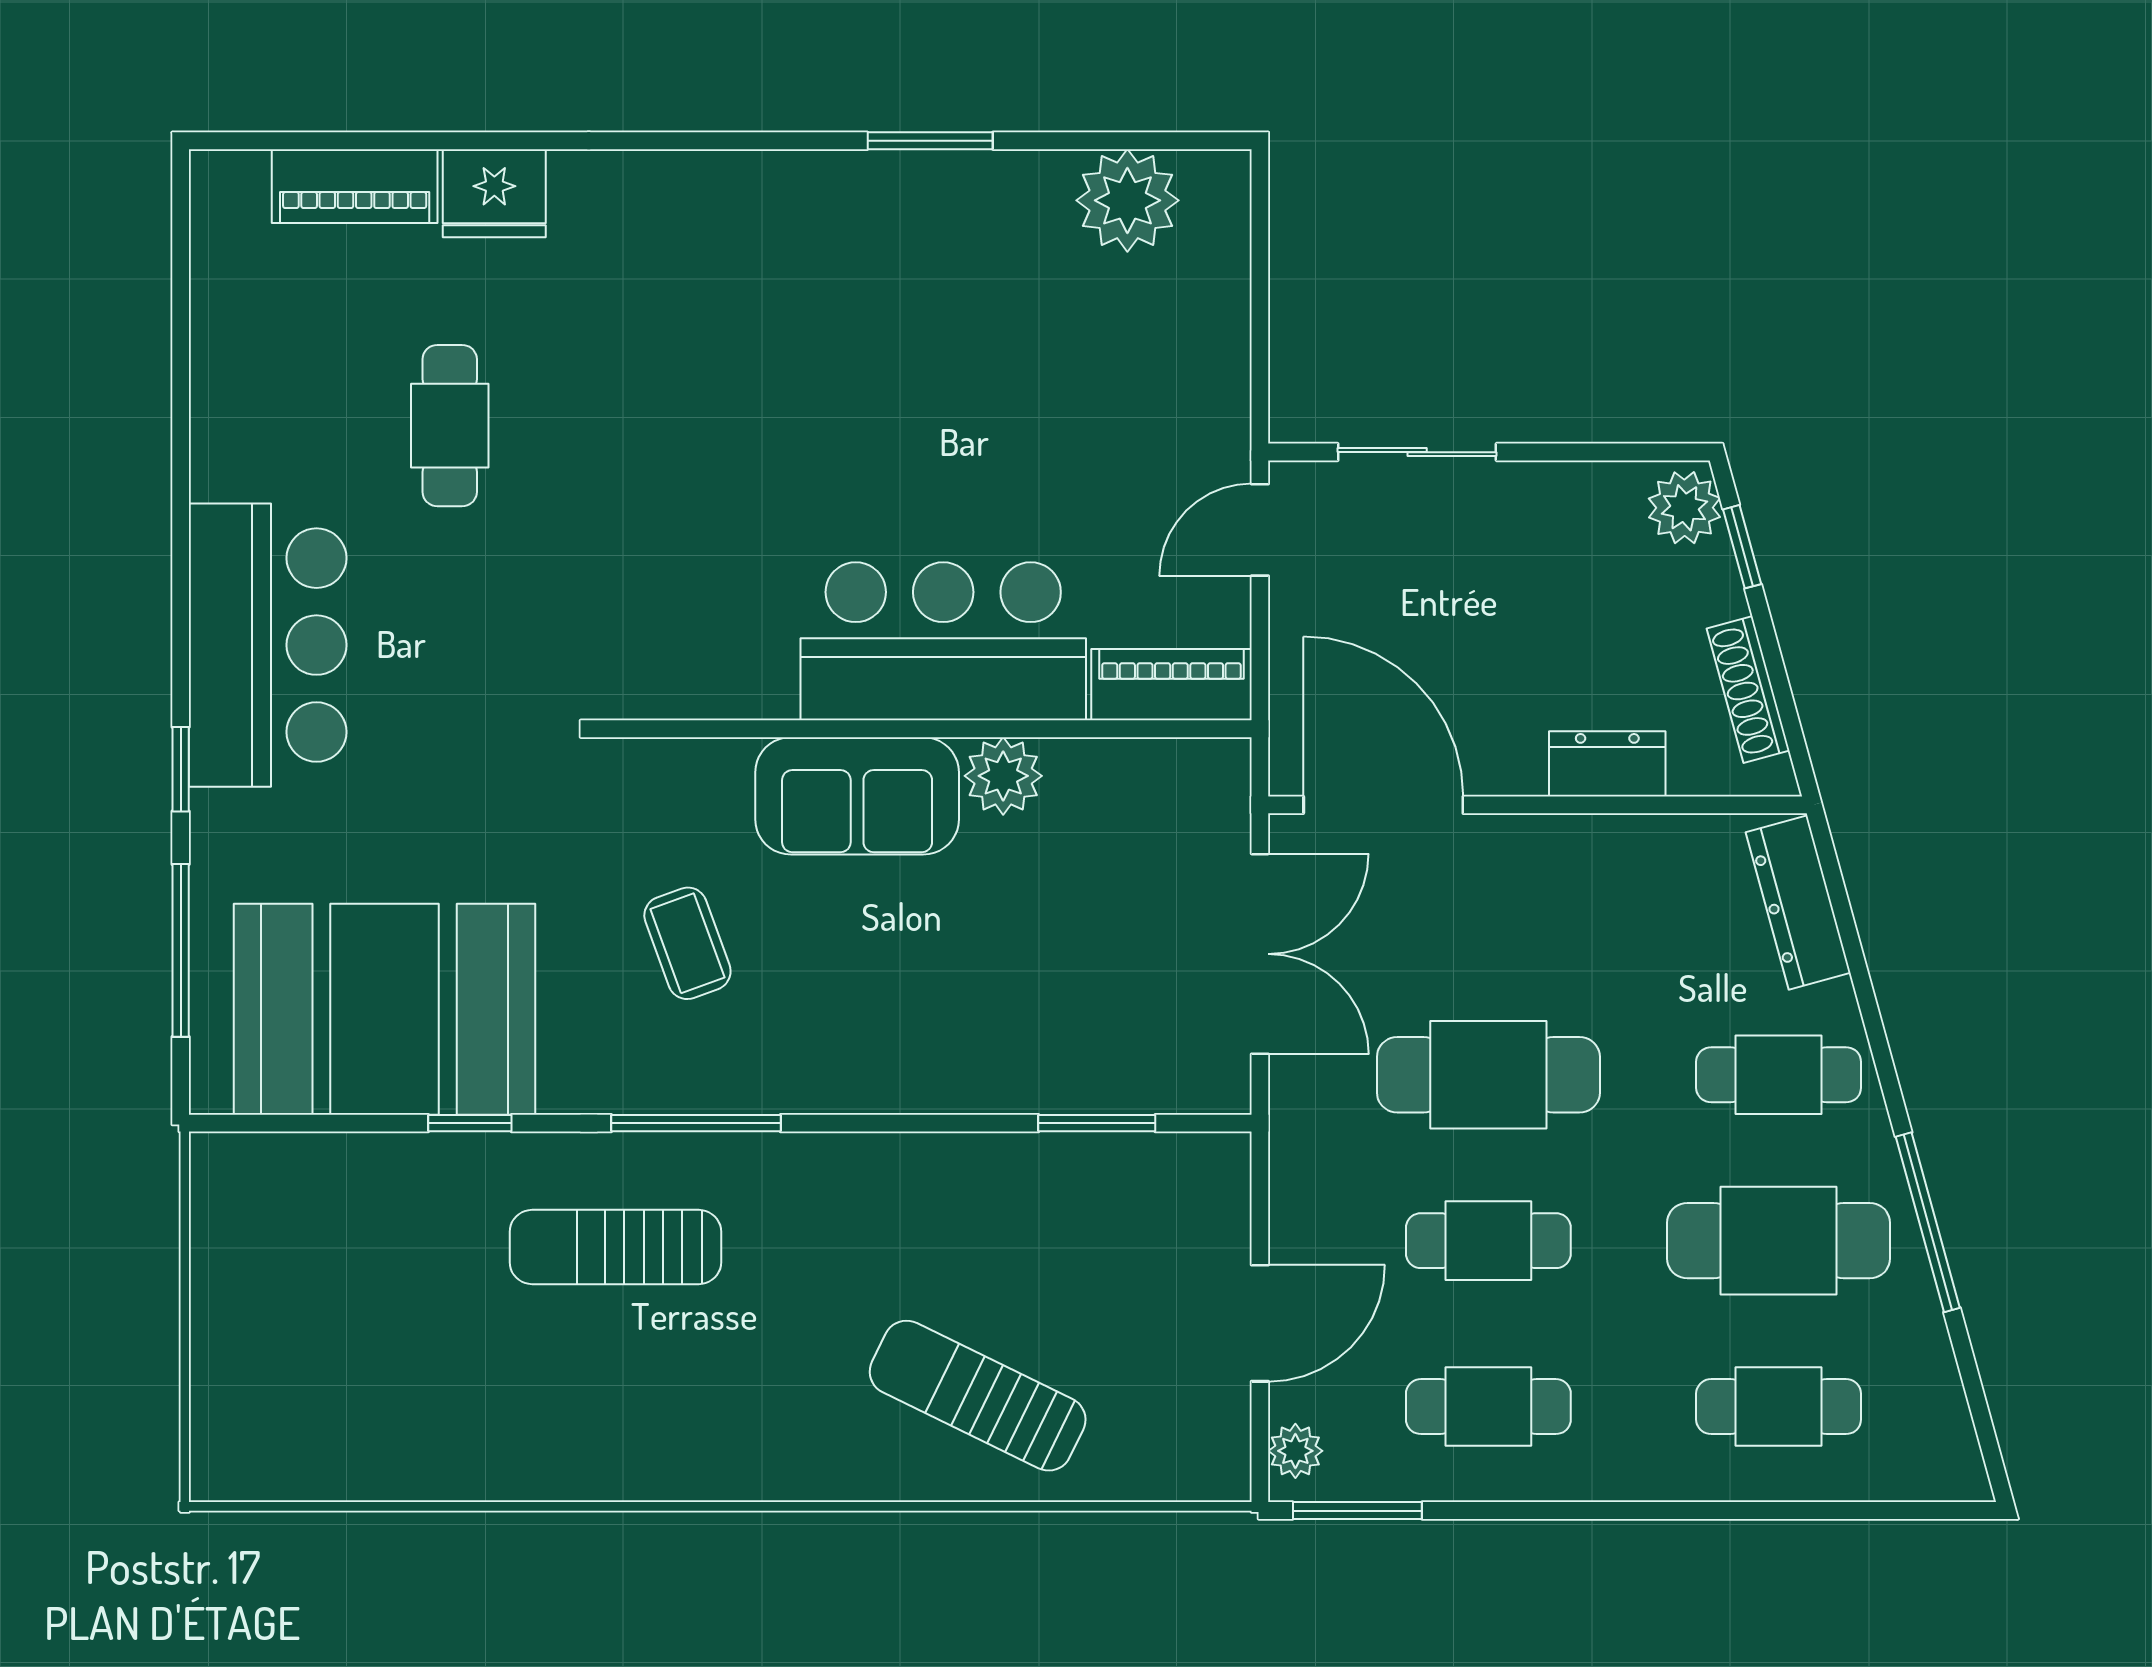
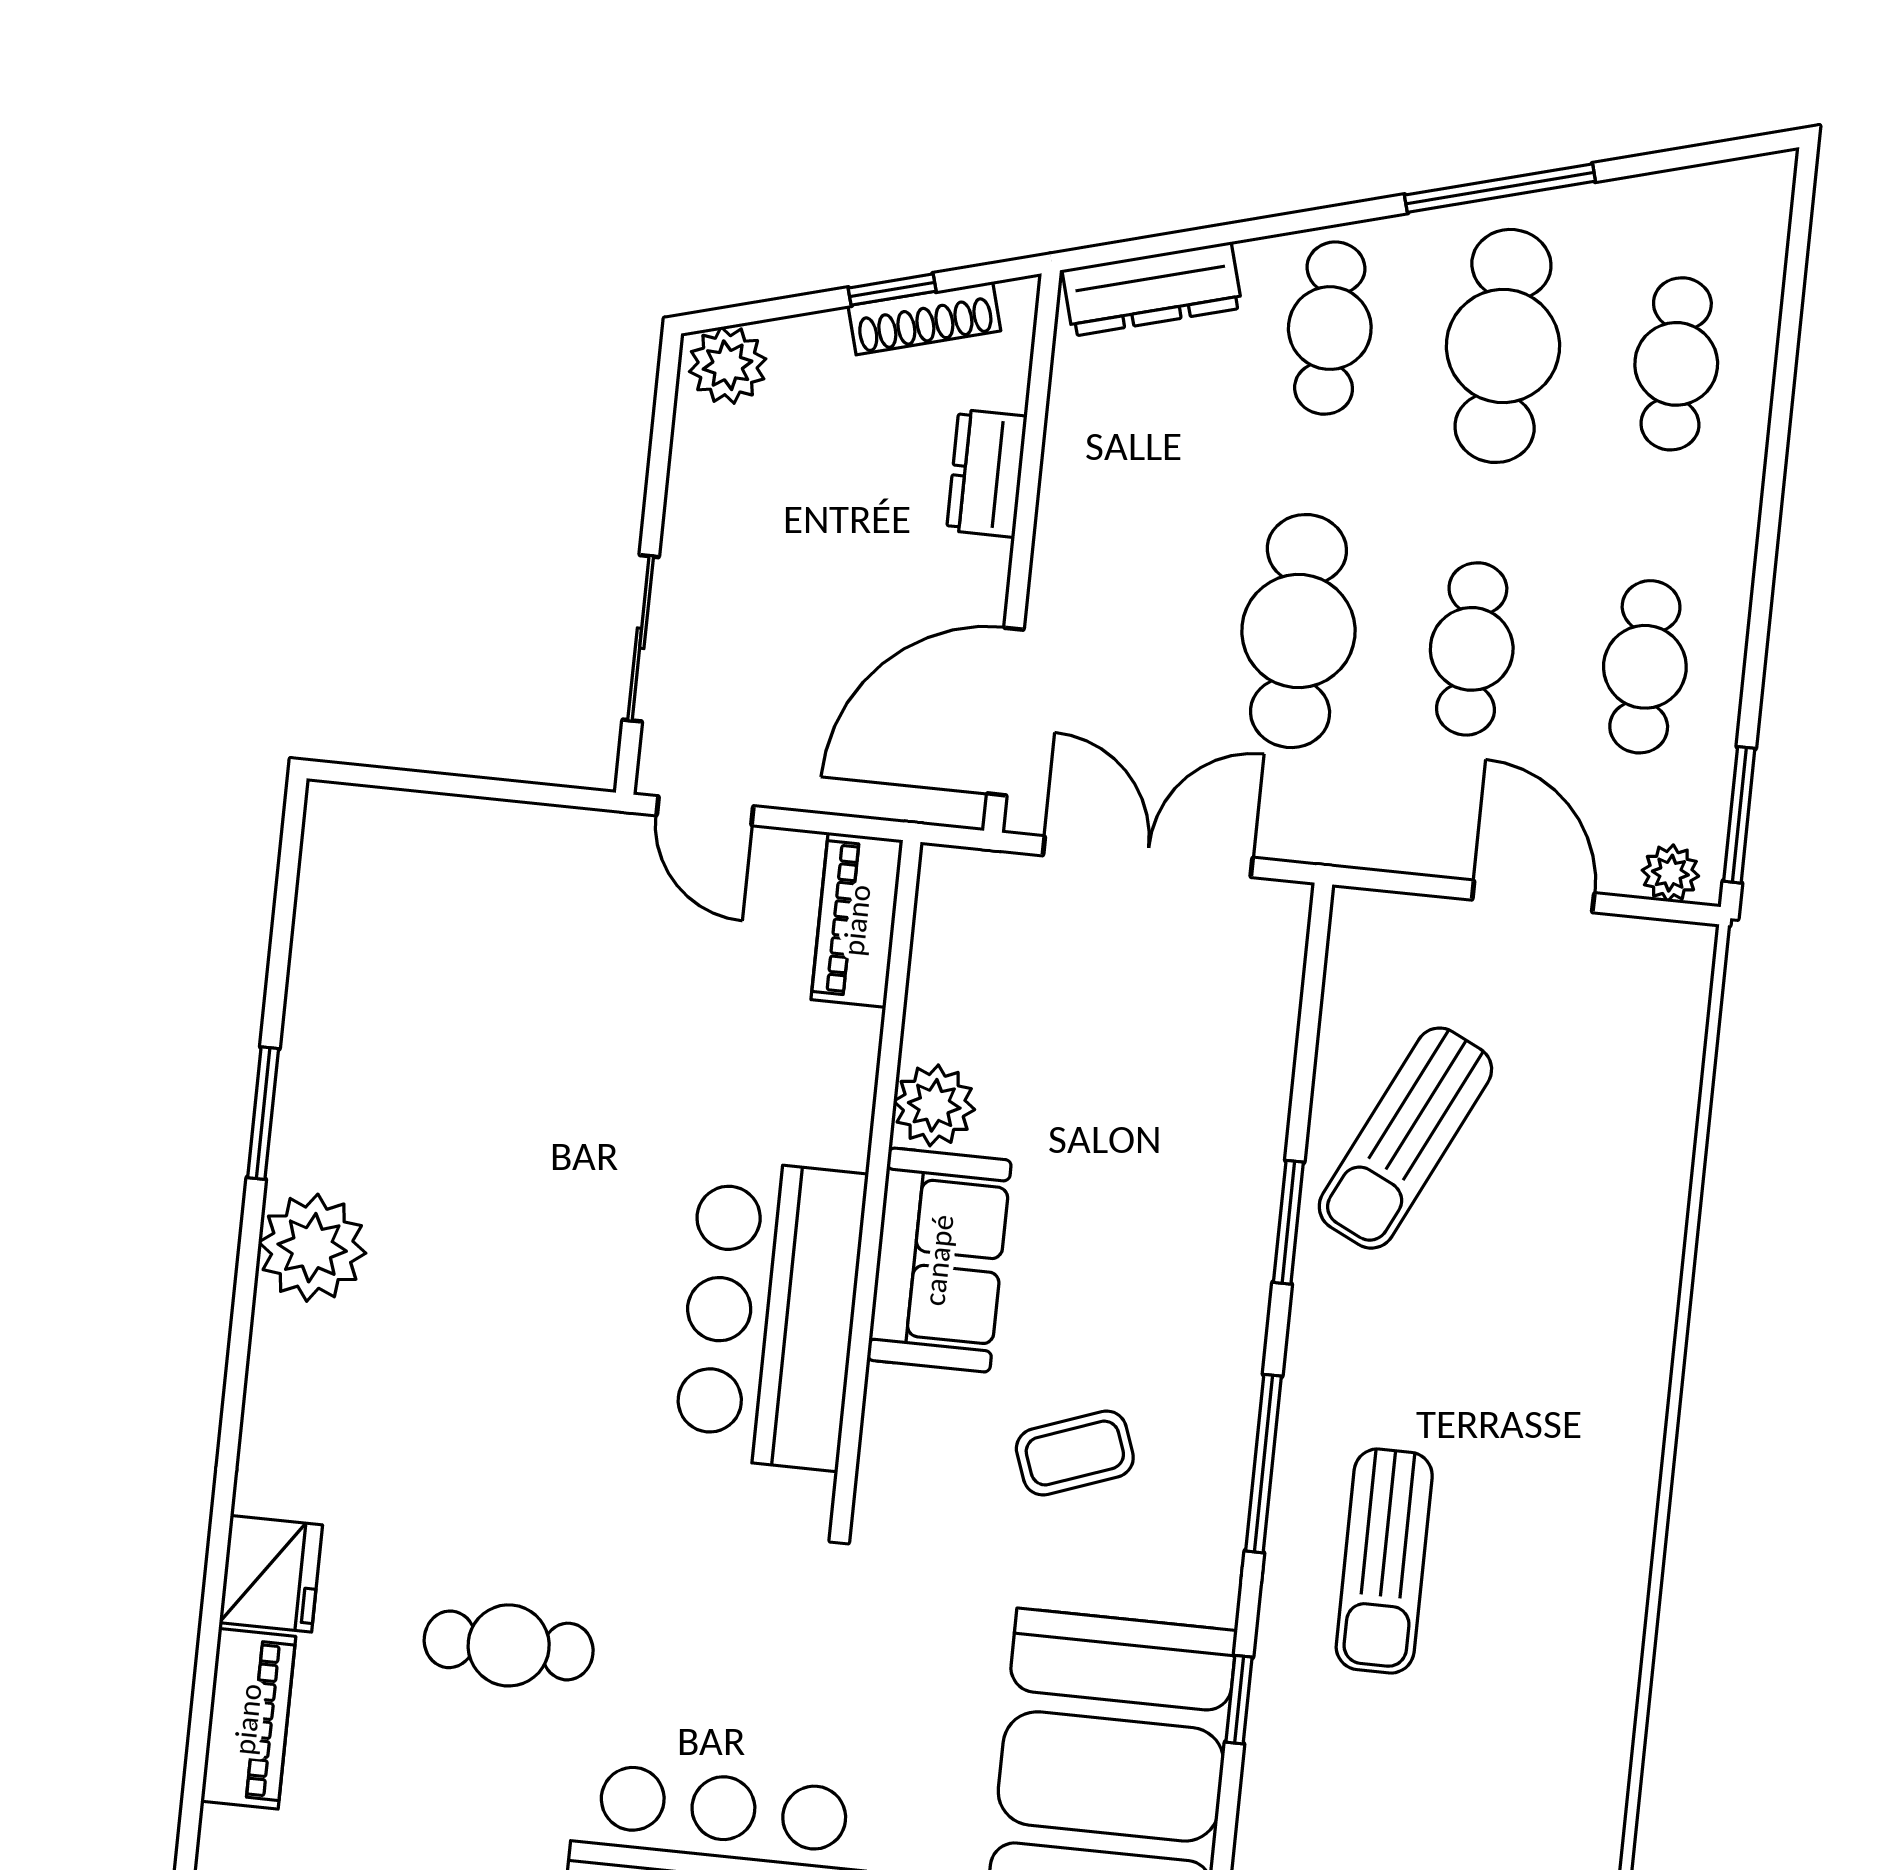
plant: (1127, 200) -> (312, 1248), moved
window: (1742, 547) -> (892, 290), moved
bar counter: (943, 641) -> (770, 1314), moved
window: (1097, 1123) -> (1288, 1222), moved
sun lounger: (978, 1396) -> (1405, 1138), moved

